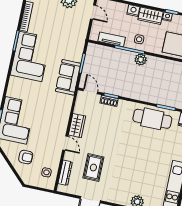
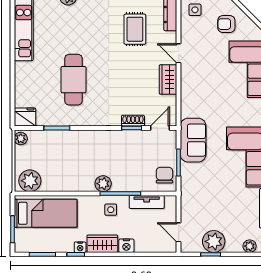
chair: (95, 56) -> (164, 175), added
door: (90, 91) -> (160, 128), swing flipped
cafe table: (152, 119) -> (73, 80), moved, turned 90

